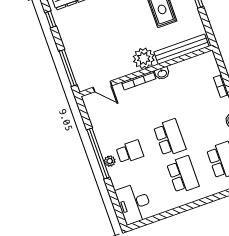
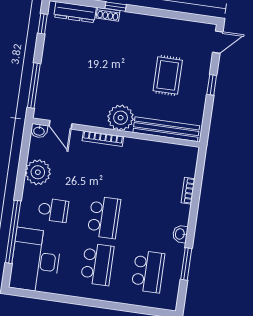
washbasin: (162, 73) -> (39, 131), moved
window: (98, 154) -> (13, 232), moved
plant: (110, 161) -> (38, 172), moved, width x1.87, depth x1.87
desk: (134, 203) -> (35, 260), width x1.36, depth x1.30

